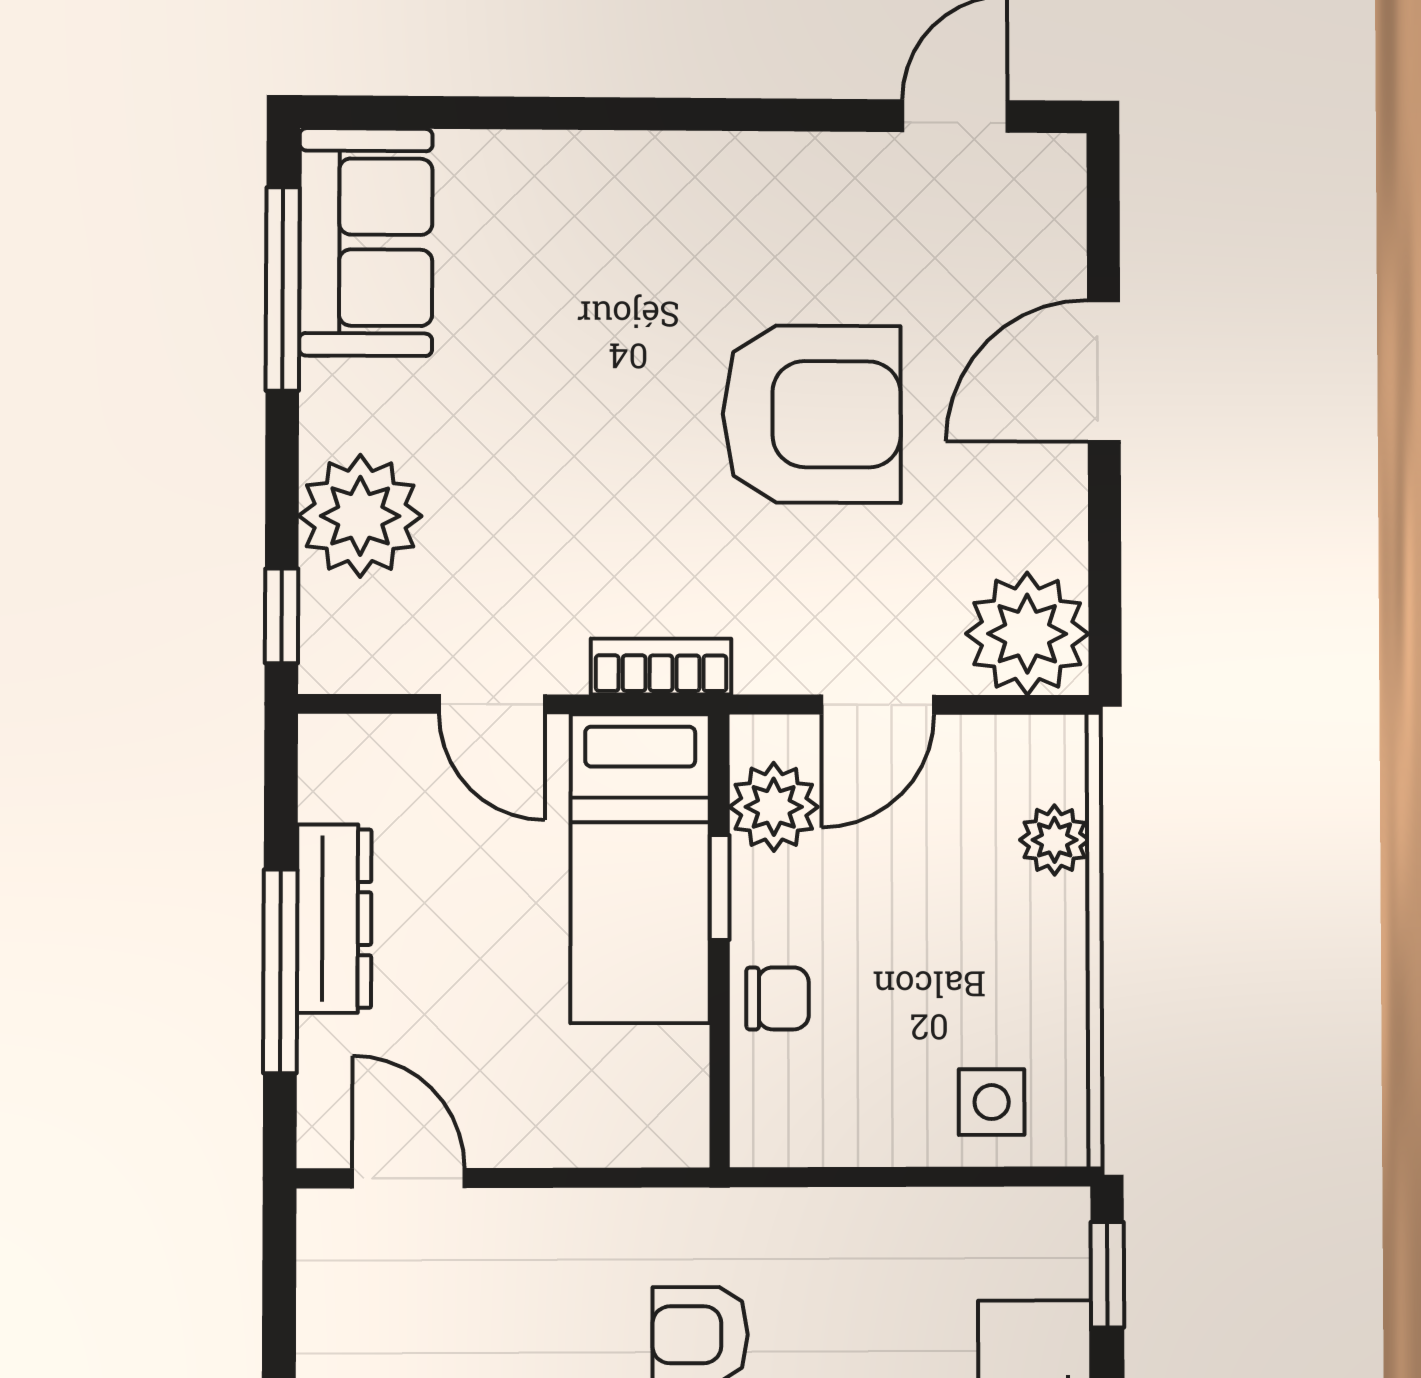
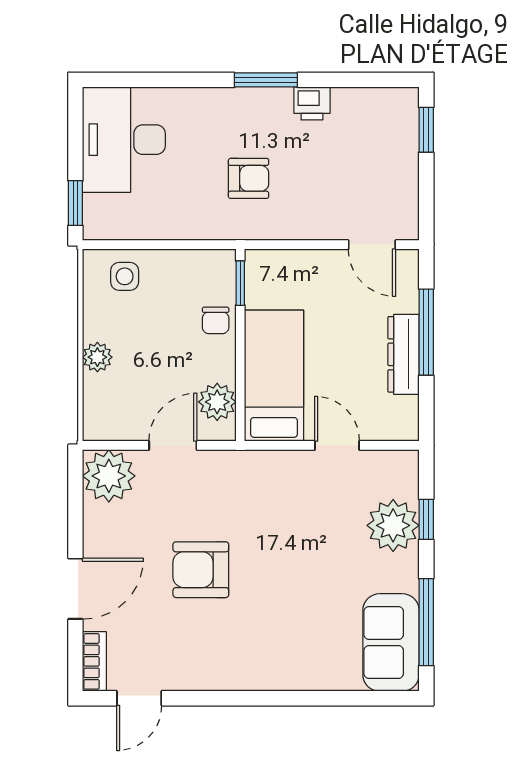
armchair: (812, 414) -> (201, 570), width x0.73, depth x0.73
window: (282, 616) -> (426, 519), moved
bookcase: (661, 666) -> (94, 661), moved, turned -90
plant: (1055, 840) -> (97, 357), moved
window: (720, 888) -> (240, 283), moved
chair: (778, 998) -> (216, 320), turned -90

